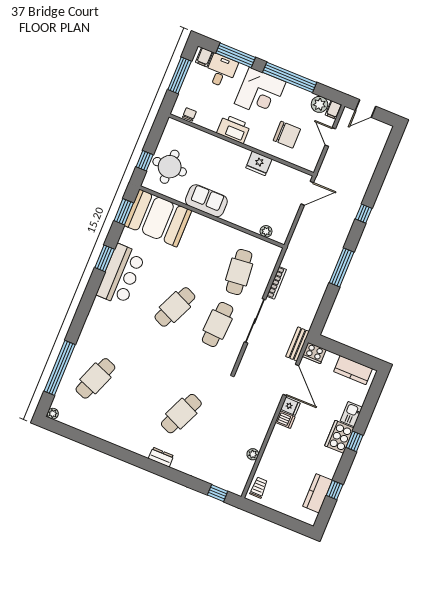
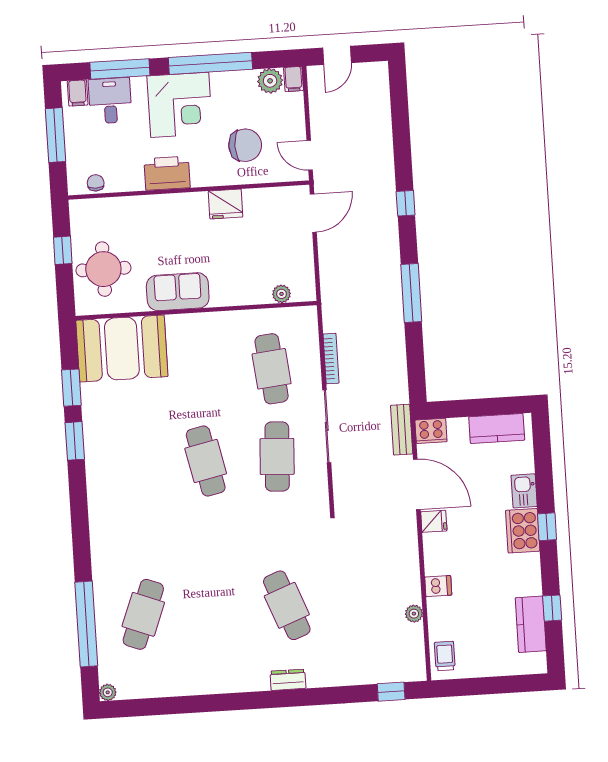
door: (330, 137) -> (310, 155), moved
window: (145, 161) -> (63, 250), moved
window: (124, 212) -> (71, 388), moved
bar counter: (121, 275) -> (108, 453), removed
cafe table: (175, 307) -> (206, 461), turned -36
cafe table: (181, 414) -> (287, 605), turned -45
dishwasher: (285, 420) -> (438, 586), moved

